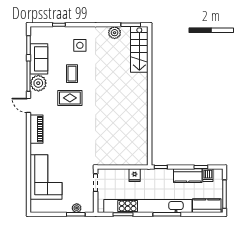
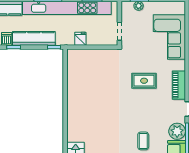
rug: (70, 98) -> (144, 81), moved
kitchen counter: (188, 176) -> (34, 38), width x1.50

